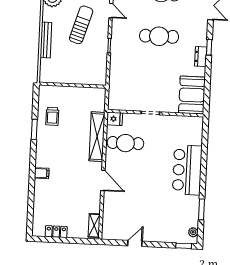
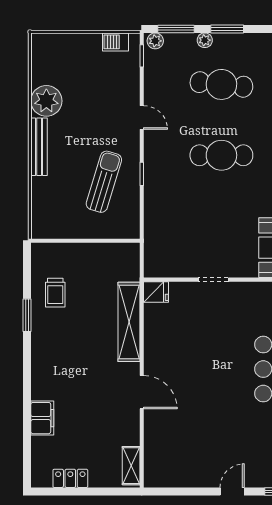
sun lounger: (81, 25) -> (104, 182), moved
bench: (46, 40) -> (39, 147), moved
cafe table: (125, 143) -> (175, 330), removed
filing cabinet: (42, 173) -> (42, 418), moved, width x2.00
door: (135, 243) -> (232, 492), moved

